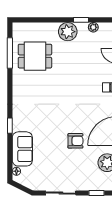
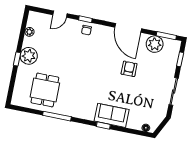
window: (81, 20) -> (17, 59), moved
window: (10, 53) -> (57, 116), moved
sofa: (22, 149) -> (112, 115), moved

